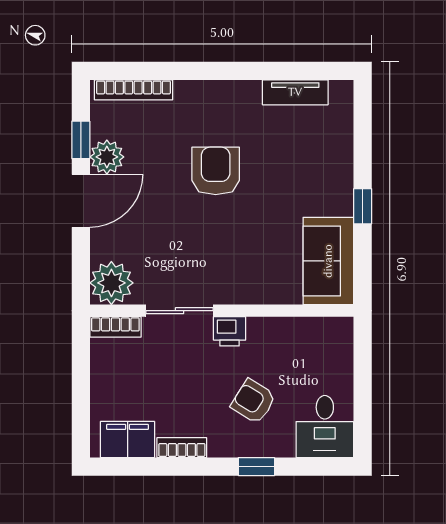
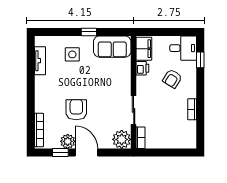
side table: (310, 168) -> (72, 54), added
armchair: (216, 171) -> (76, 110), moved, turned 90
printer: (230, 331) -> (142, 68), moved
filing cabinet: (128, 439) -> (144, 49), moved, turned 180
window: (256, 467) -> (200, 60), moved

